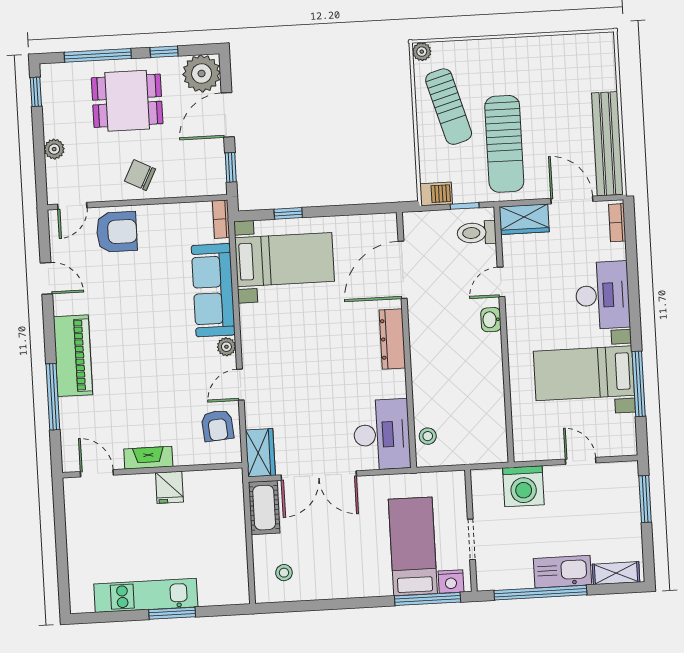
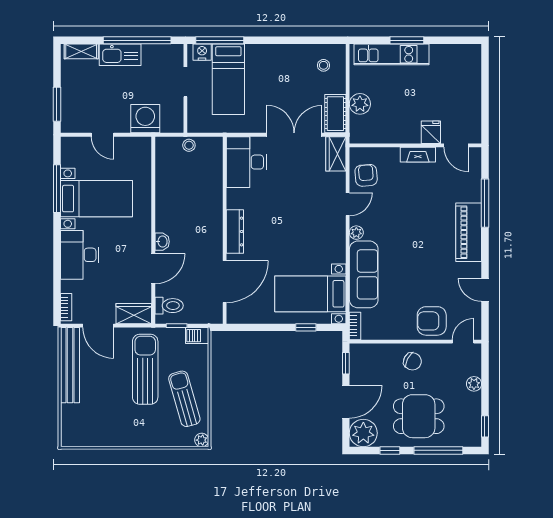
door: (501, 282) -> (153, 269), width x1.38
stool: (428, 436) -> (189, 145), moved
fridge: (169, 487) -> (431, 132), moved
plant: (231, 523) -> (360, 104), added
kitchen unit: (146, 595) -> (391, 54), moved

